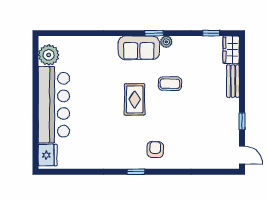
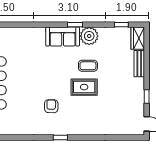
plant: (166, 42) -> (89, 36), width x1.88, depth x1.88
rug: (135, 99) -> (84, 87), moved, turned 90
armchair: (155, 150) -> (51, 106), moved

